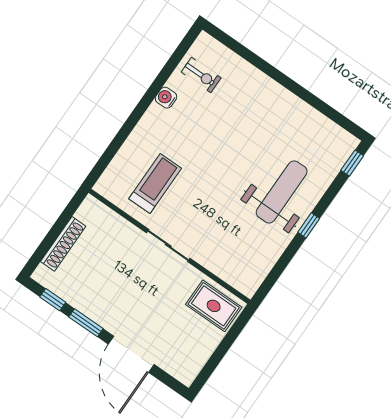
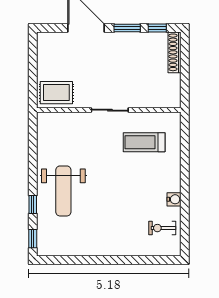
treadmill: (155, 184) -> (144, 142), turned 90
window: (309, 225) -> (33, 204), moved
shoe rack: (63, 244) -> (174, 52), moved

